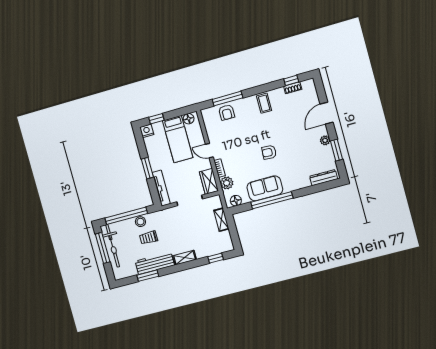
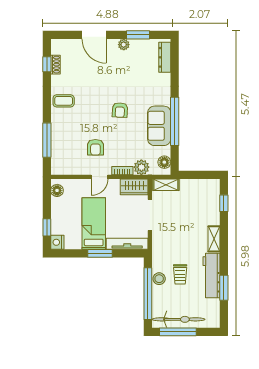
armchair: (227, 112) -> (95, 147), moved, turned 90
bed: (178, 139) -> (94, 224), moved, turned -90
shelving: (221, 220) -> (166, 185), moved

